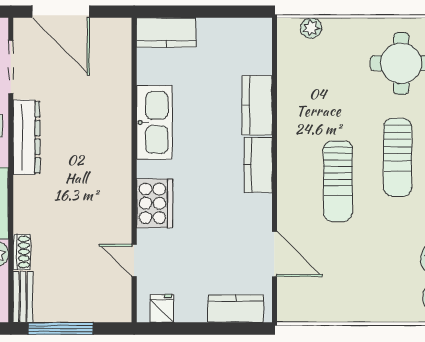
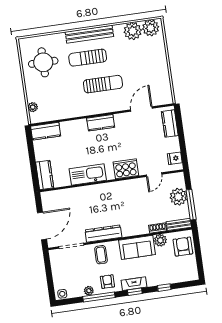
kitchen counter: (257, 105) -> (46, 131), moved
sun lounger: (398, 157) -> (88, 58), turned 180
plant: (81, 304) -> (178, 197), added

